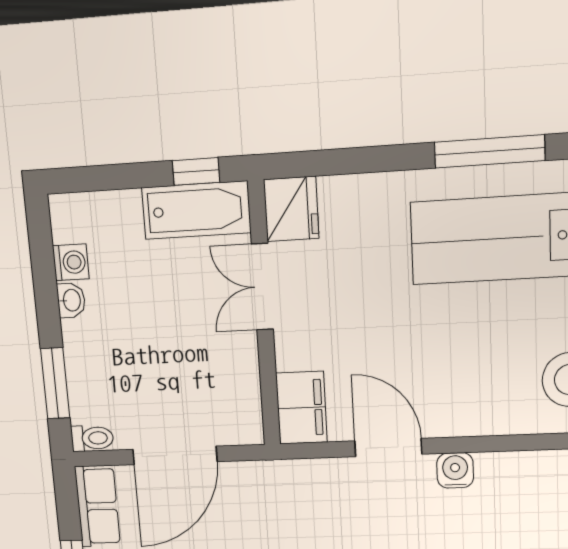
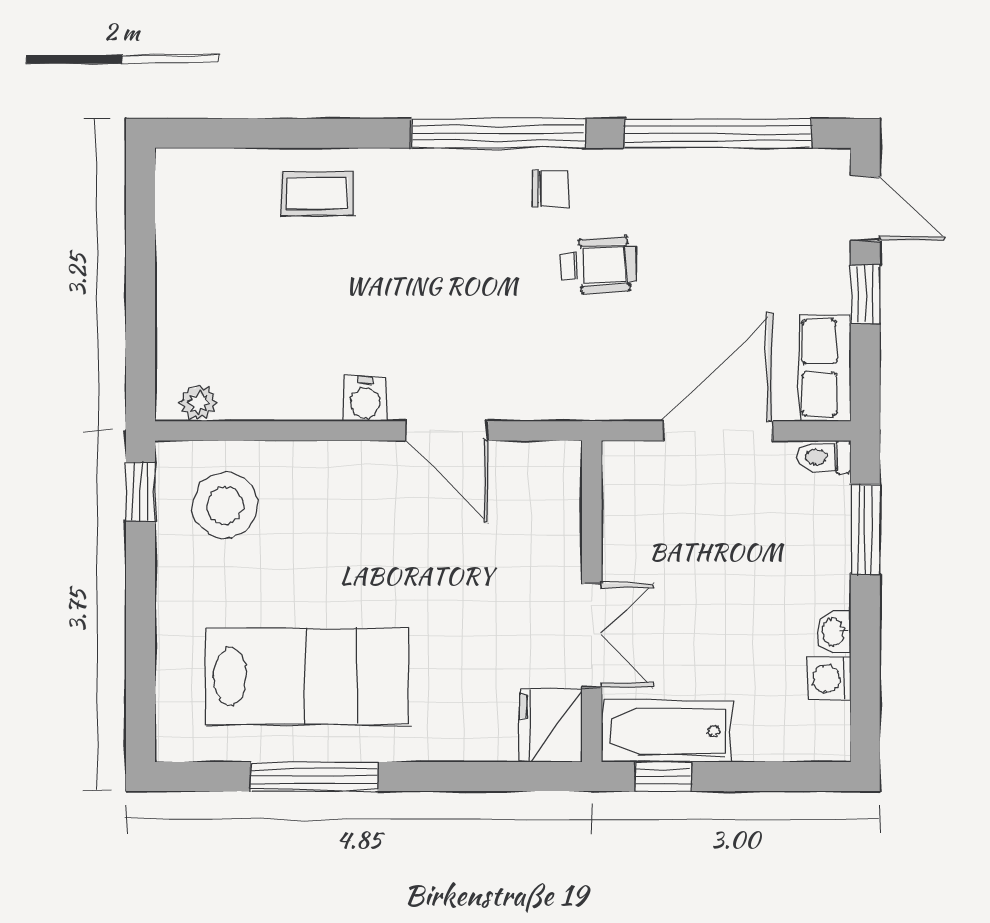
filing cabinet: (302, 408) -> (552, 485), removed

